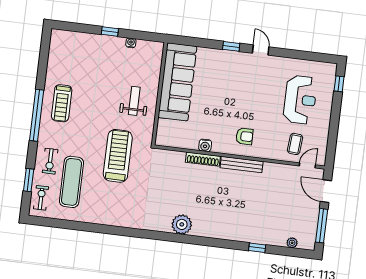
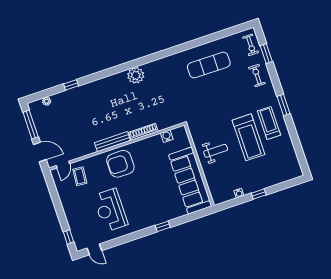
door: (261, 50) -> (94, 249), moved
reception desk: (300, 100) -> (110, 210), moved
weight bench: (134, 101) -> (216, 151), turned -90
window: (37, 115) -> (284, 105), width x0.47
armchair: (244, 136) -> (120, 164), width x1.88, depth x1.88
water cooler: (205, 145) -> (167, 136), moved
treadmill: (118, 156) -> (248, 137), moved
exercise mat: (72, 182) -> (209, 65), moved, turned 90

